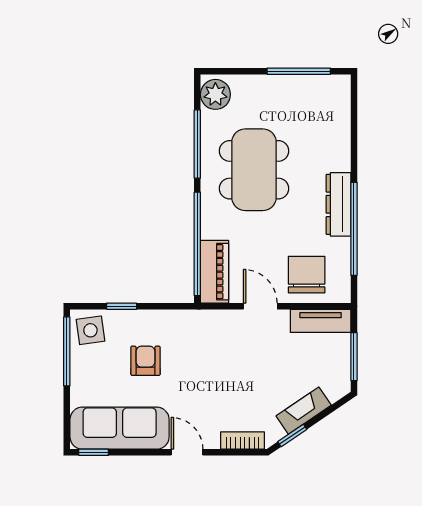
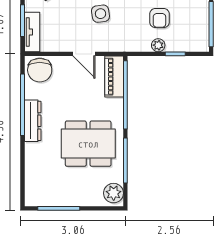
dining table: (254, 170) -> (88, 144), turned 90
chair: (307, 275) -> (40, 70), moved
plant: (147, 319) -> (158, 45), added
tv unit: (321, 321) -> (32, 32), moved, turned 90
side table: (90, 330) -> (100, 14), moved

